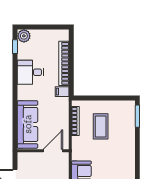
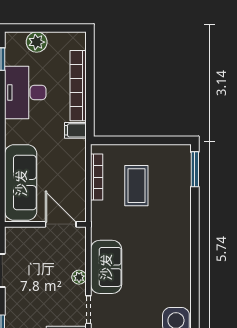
plant: (24, 36) -> (37, 42), moved
desk: (30, 72) -> (25, 93), width x1.37
door: (53, 151) -> (61, 224), hinge flipped

